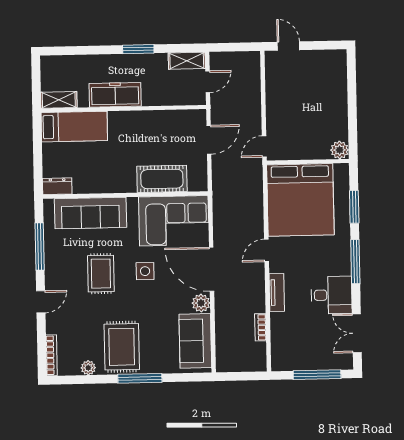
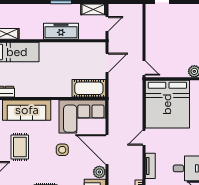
freezer: (115, 95) -> (61, 31), moved
door: (264, 146) -> (144, 68), swing flipped
cot: (162, 179) -> (89, 88), moved
rug: (101, 274) -> (20, 147), moved

